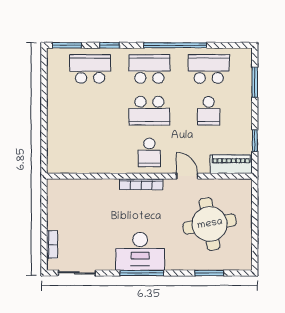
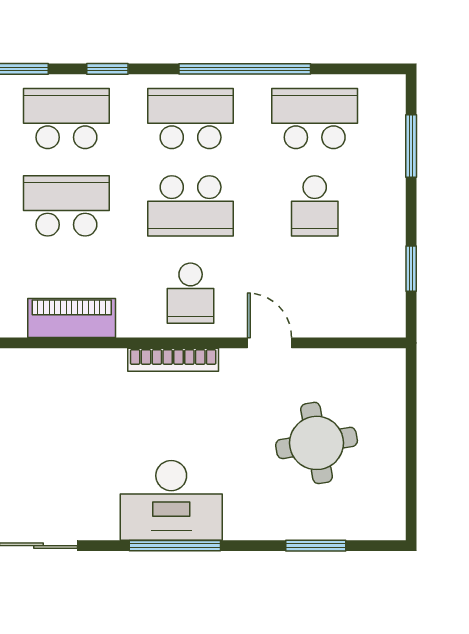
school desk: (90, 111) -> (66, 206), added
piano: (231, 164) -> (72, 318), moved
round table: (210, 224) -> (317, 443), width x0.73, depth x0.73

